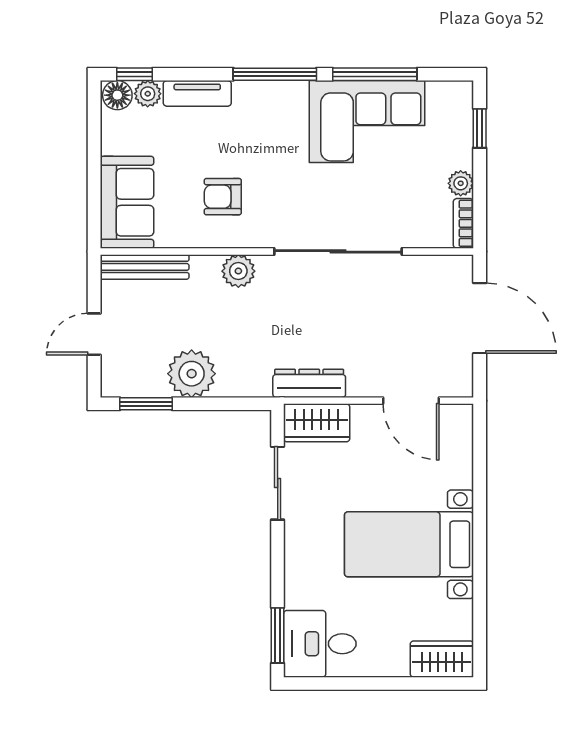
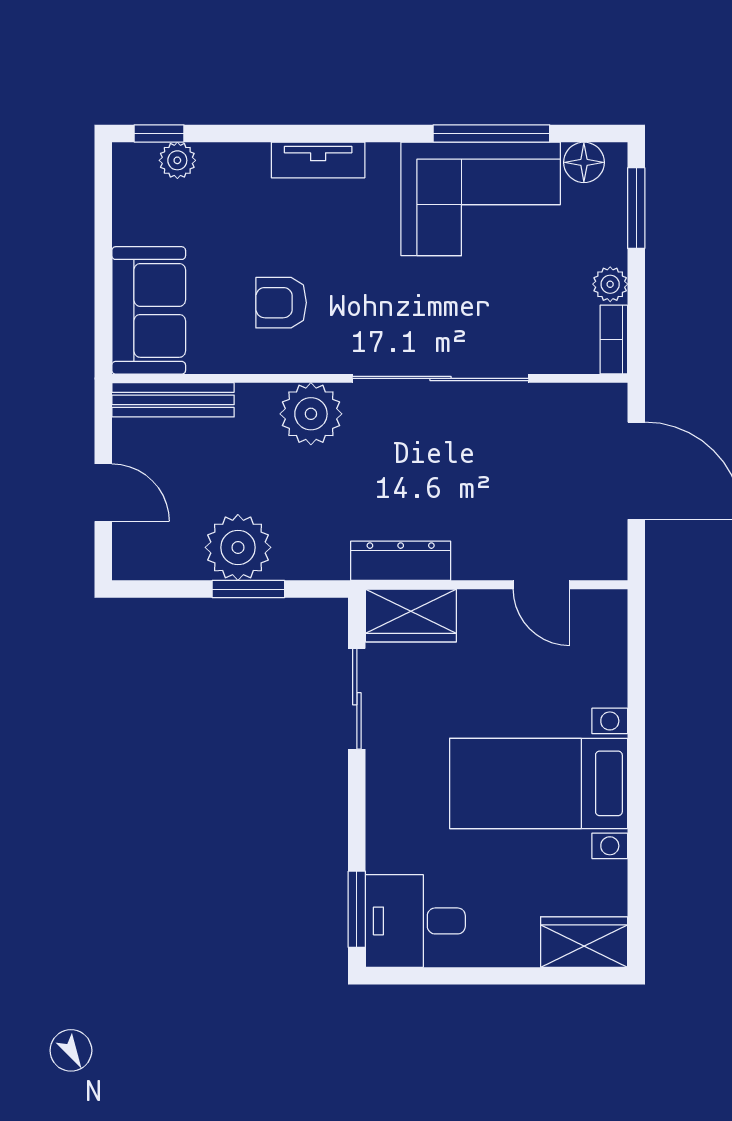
window: (275, 74) -> (353, 133), removed
tv unit: (197, 93) -> (318, 160), moved
floor lamp: (117, 95) -> (584, 162), moved
window: (480, 128) -> (636, 208), width x1.50
plant: (238, 271) -> (311, 414), width x1.36, depth x1.36
door: (94, 334) -> (103, 493), swing flipped
door: (411, 401) -> (541, 585), width x0.73
window: (146, 404) -> (248, 589), moved

